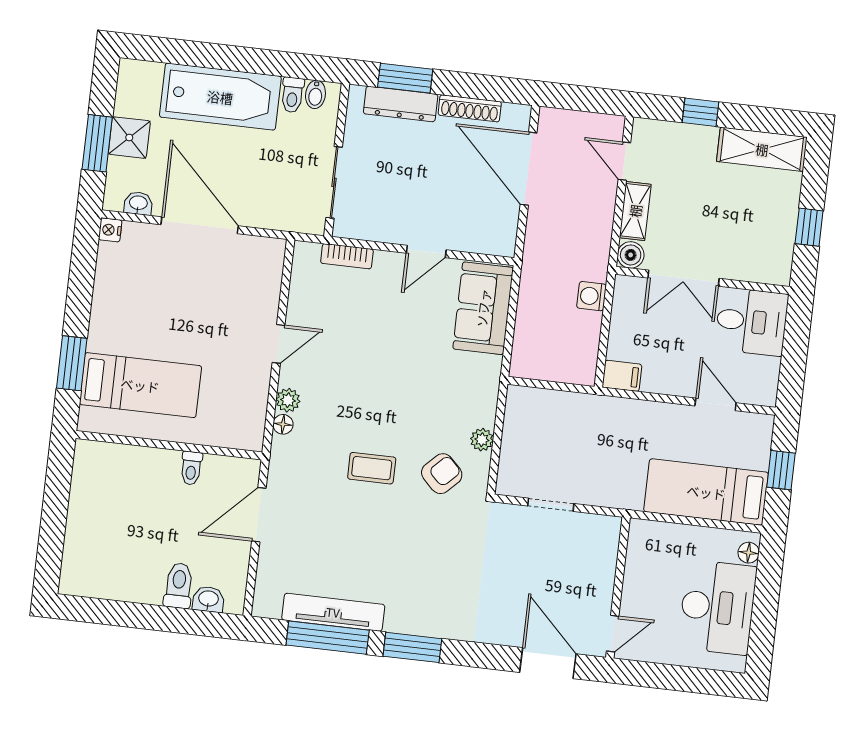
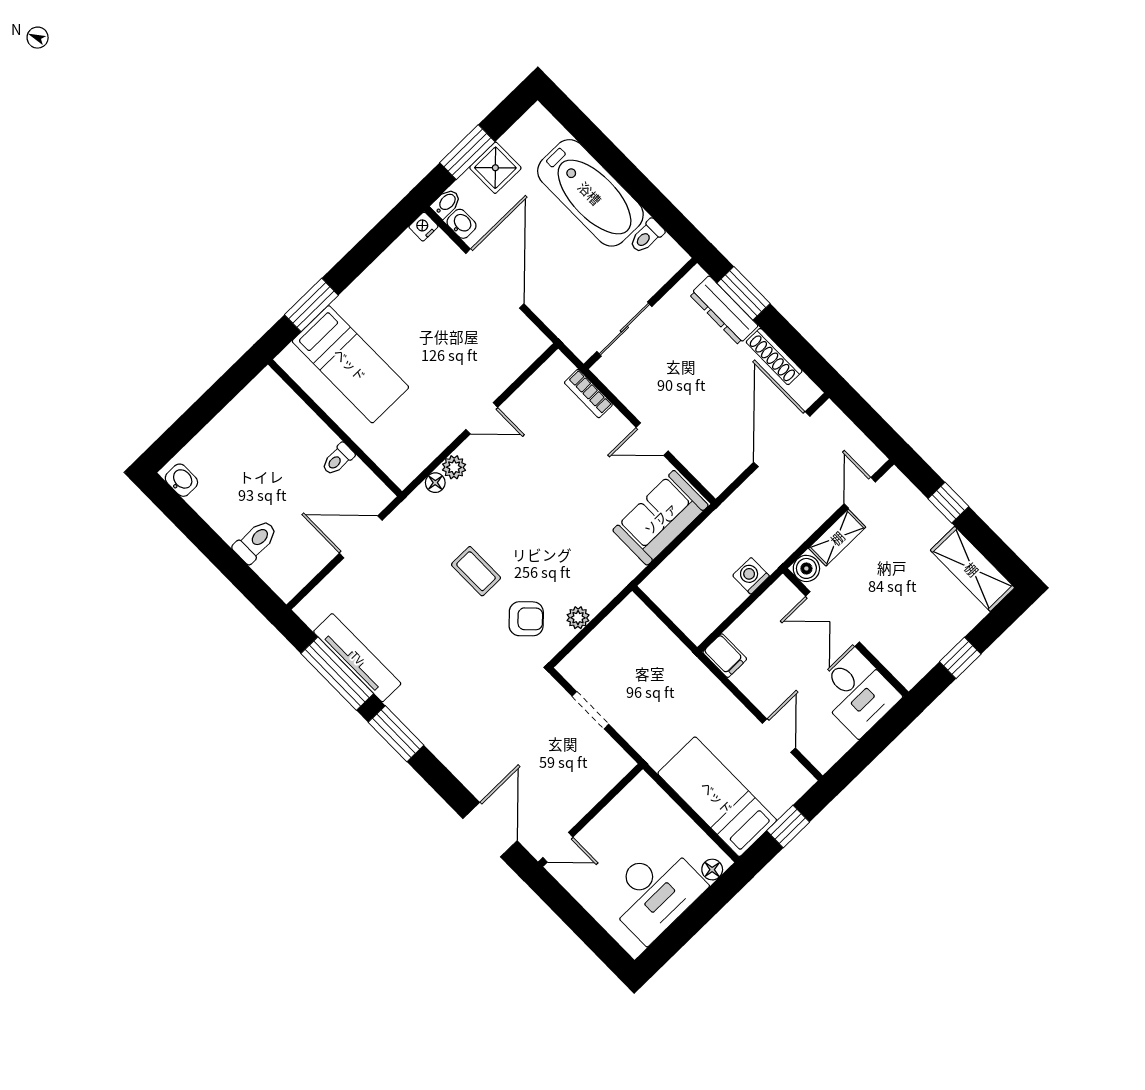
bidet: (315, 94) -> (446, 203), moved, turned 180
washbasin: (208, 599) -> (181, 480), moved

